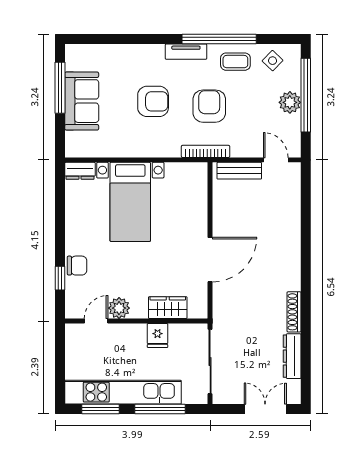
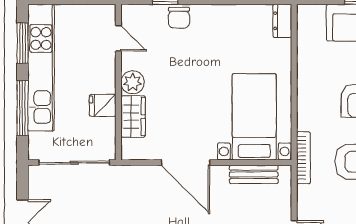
bench: (239, 171) -> (254, 174), moved, turned 90
bed with nightstands: (130, 202) -> (254, 117), moved, turned 90
plant: (119, 308) -> (133, 82), moved

